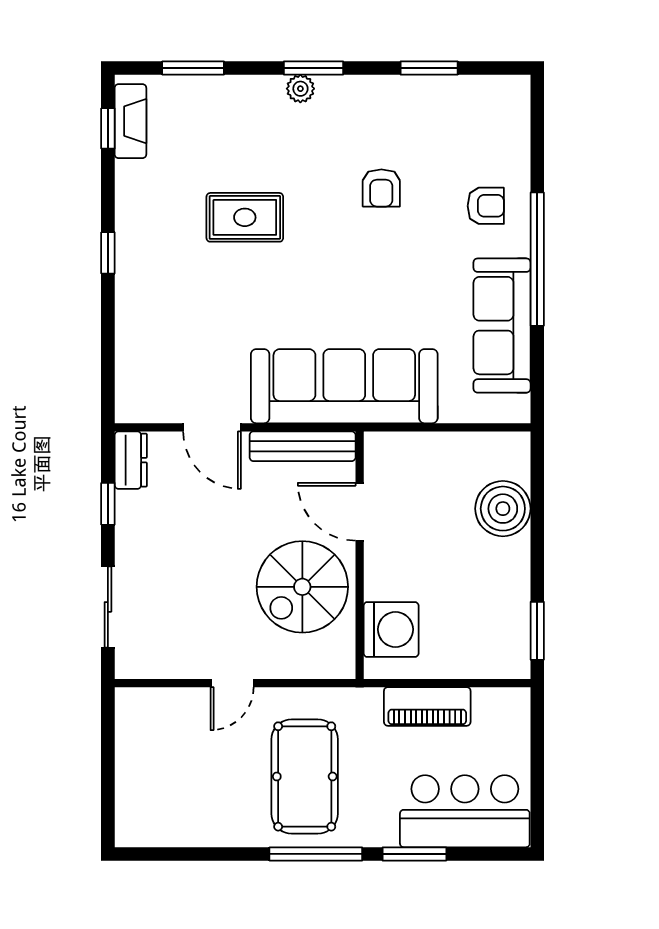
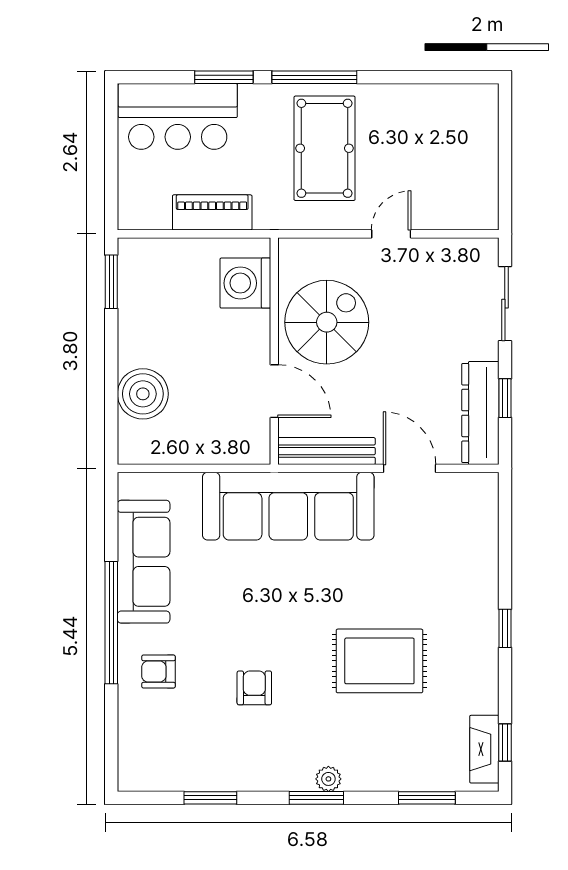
rug: (245, 217) -> (379, 661), width x1.36, depth x1.43
dresser: (131, 460) -> (480, 413), width x1.96, depth x1.24

